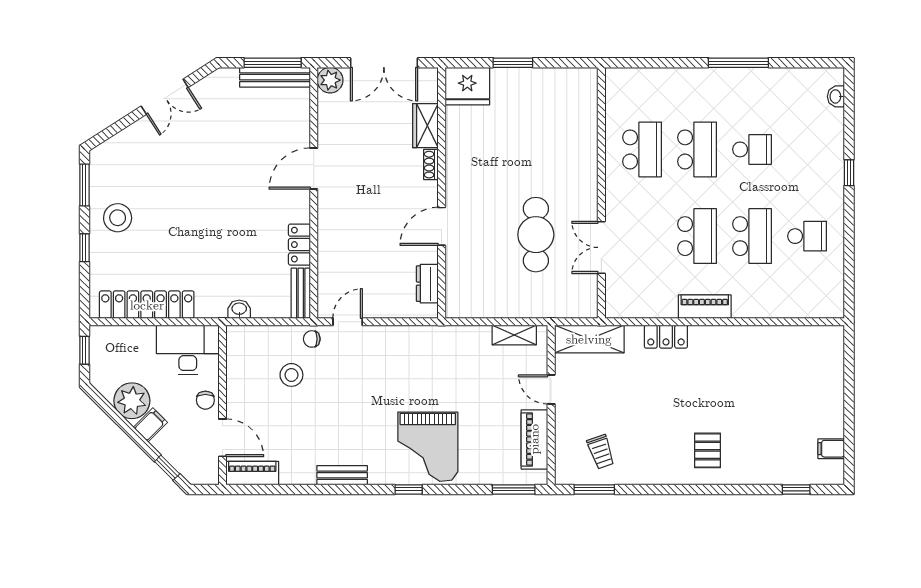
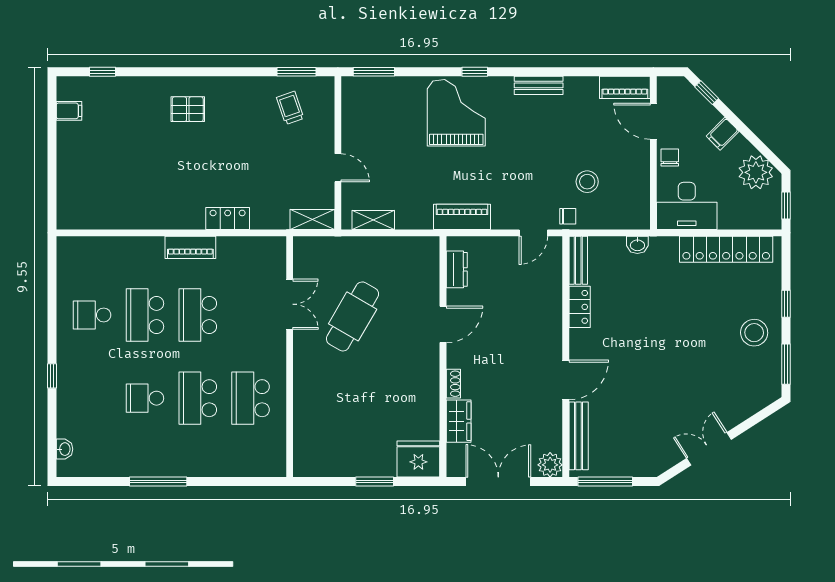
bench: (275, 77) -> (579, 436), moved, turned 90
cafe table: (536, 235) -> (353, 316), turned 30
shelving: (589, 339) -> (312, 219), width x0.67, depth x0.75
plant: (132, 401) -> (756, 172), moved
piano: (534, 439) -> (462, 217), moved, turned -90
pallet: (708, 450) -> (188, 109), turned 90

